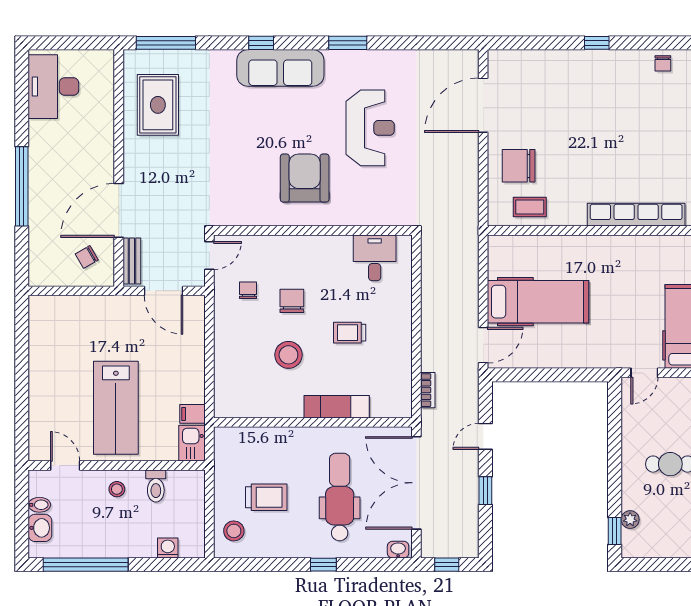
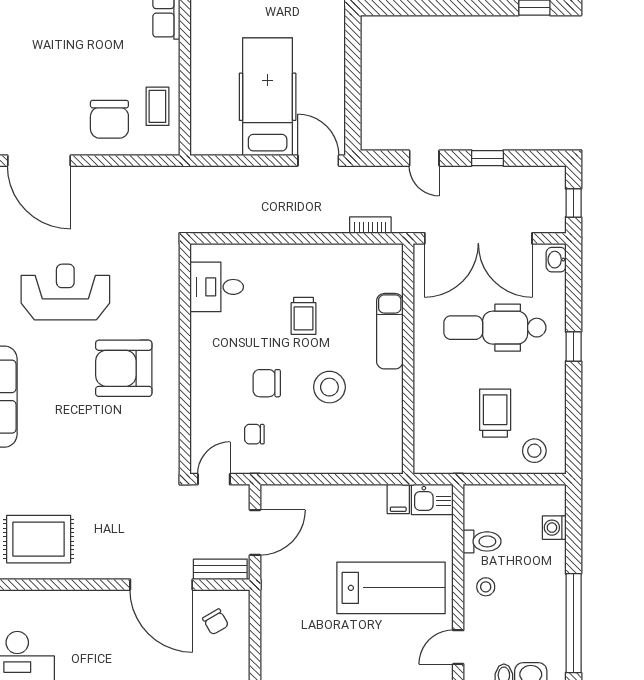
door: (209, 255) -> (214, 479), hinge flipped

